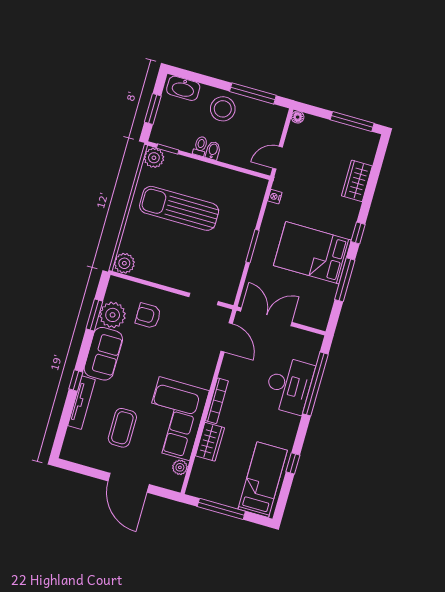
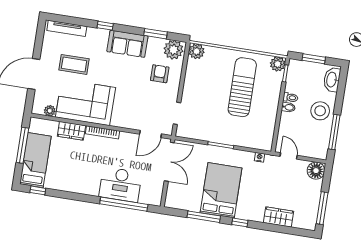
floor lamp: (298, 117) -> (316, 171), width x1.89, depth x1.89
plant: (113, 315) -> (173, 50), moved
tv unit: (82, 403) -> (67, 28), moved
window: (293, 463) -> (38, 190), moved
bed: (263, 480) -> (35, 160), moved, turned -90

